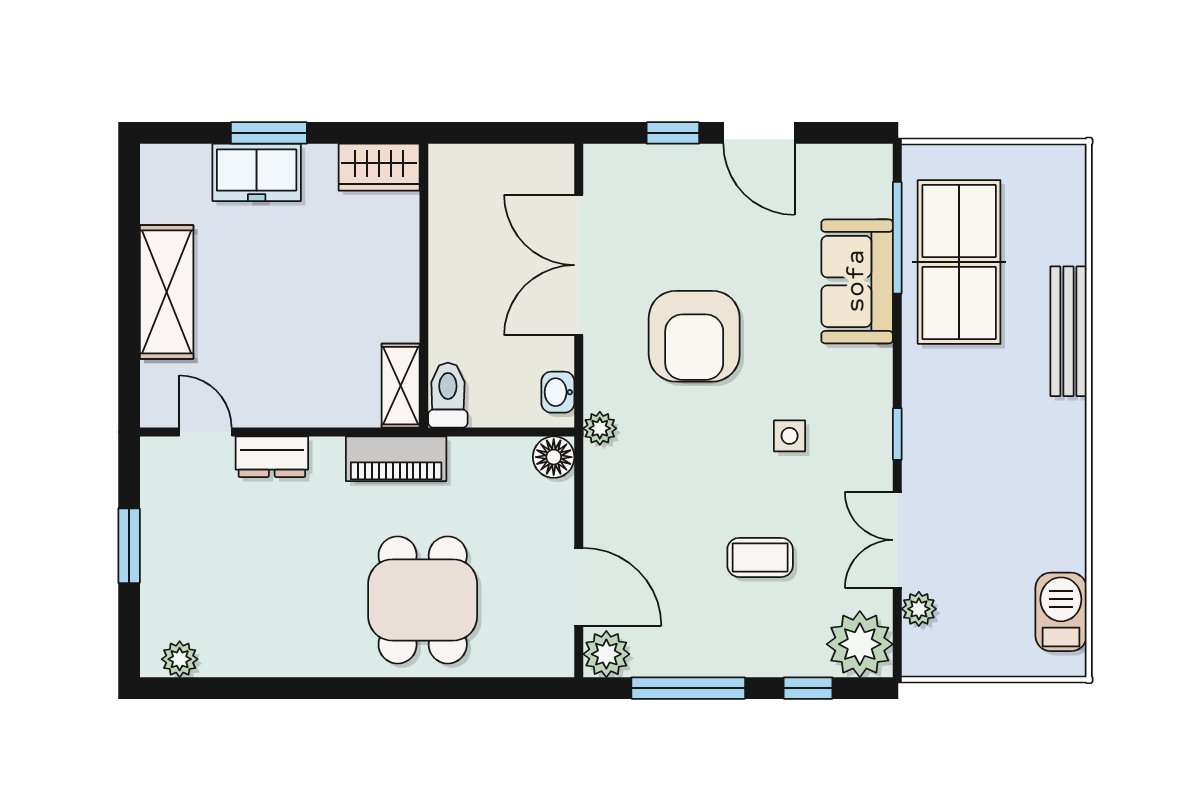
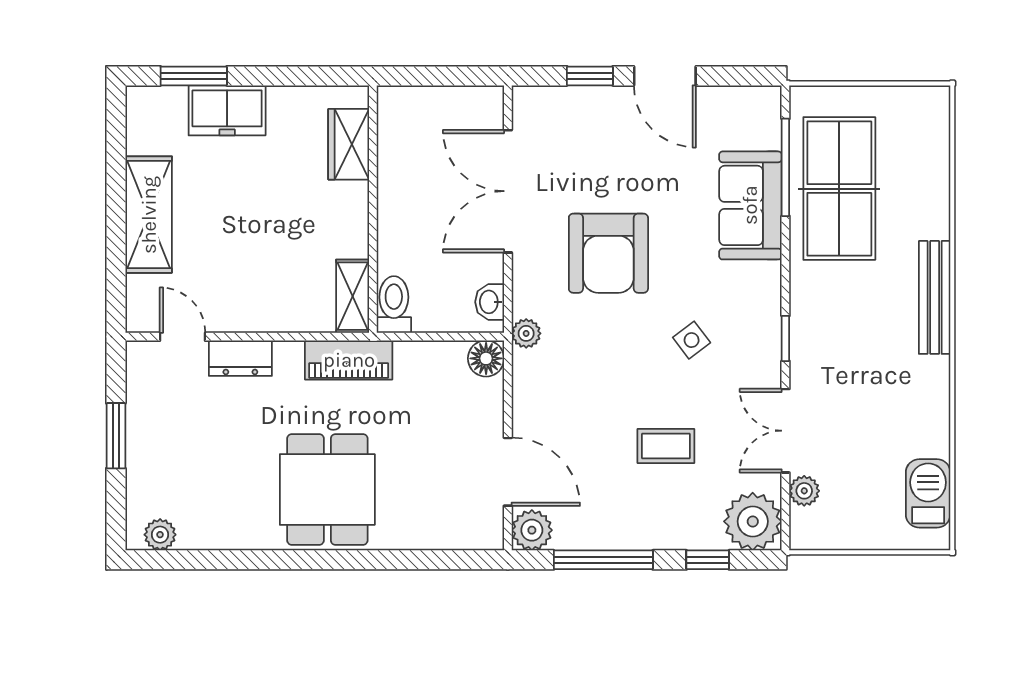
window: (269, 133) -> (194, 76), moved
wardrobe: (379, 167) -> (349, 144), moved, turned 90
bench: (1068, 331) -> (935, 297), moved
side table: (790, 436) -> (692, 340), turned -37
dining table: (423, 600) -> (327, 489), moved

